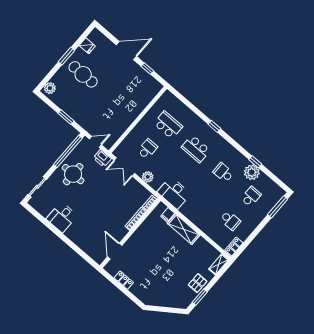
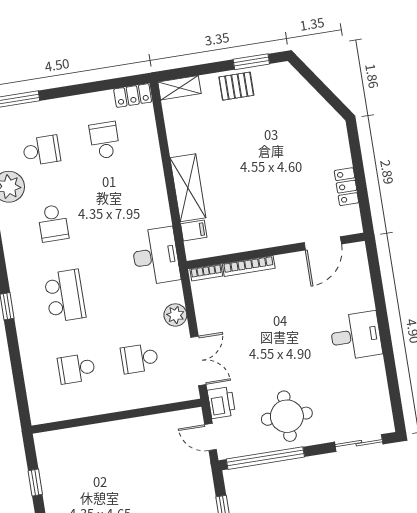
school desk: (168, 125) -> (76, 369), width x0.54
school desk: (251, 197) -> (42, 150), turned 180
desk: (62, 217) -> (356, 336), moved

